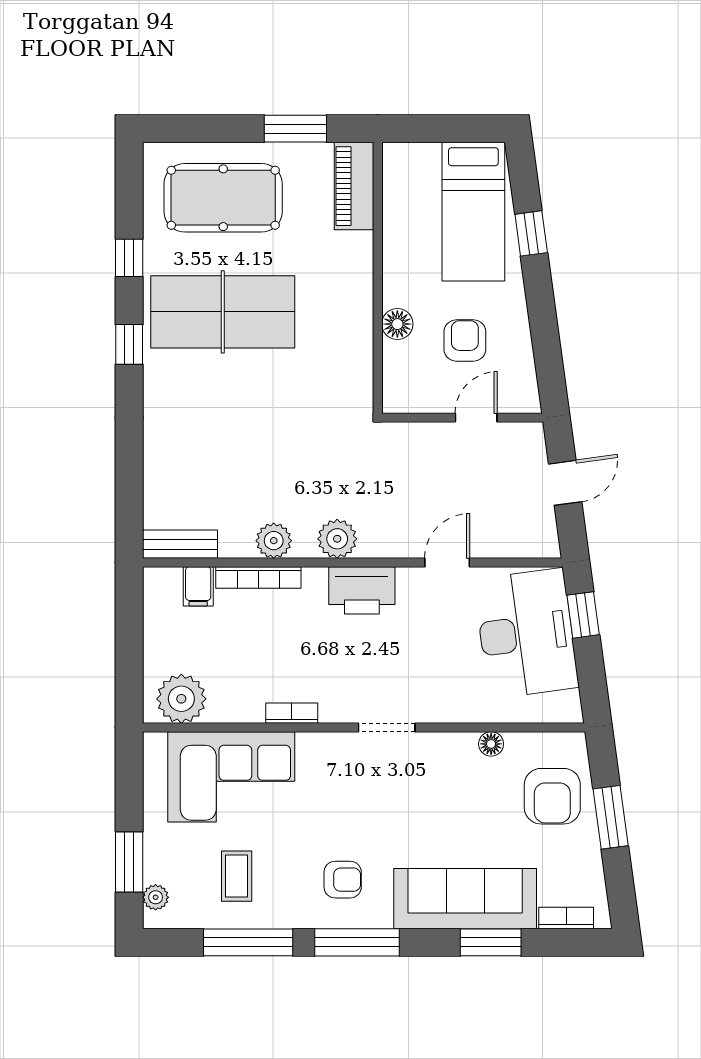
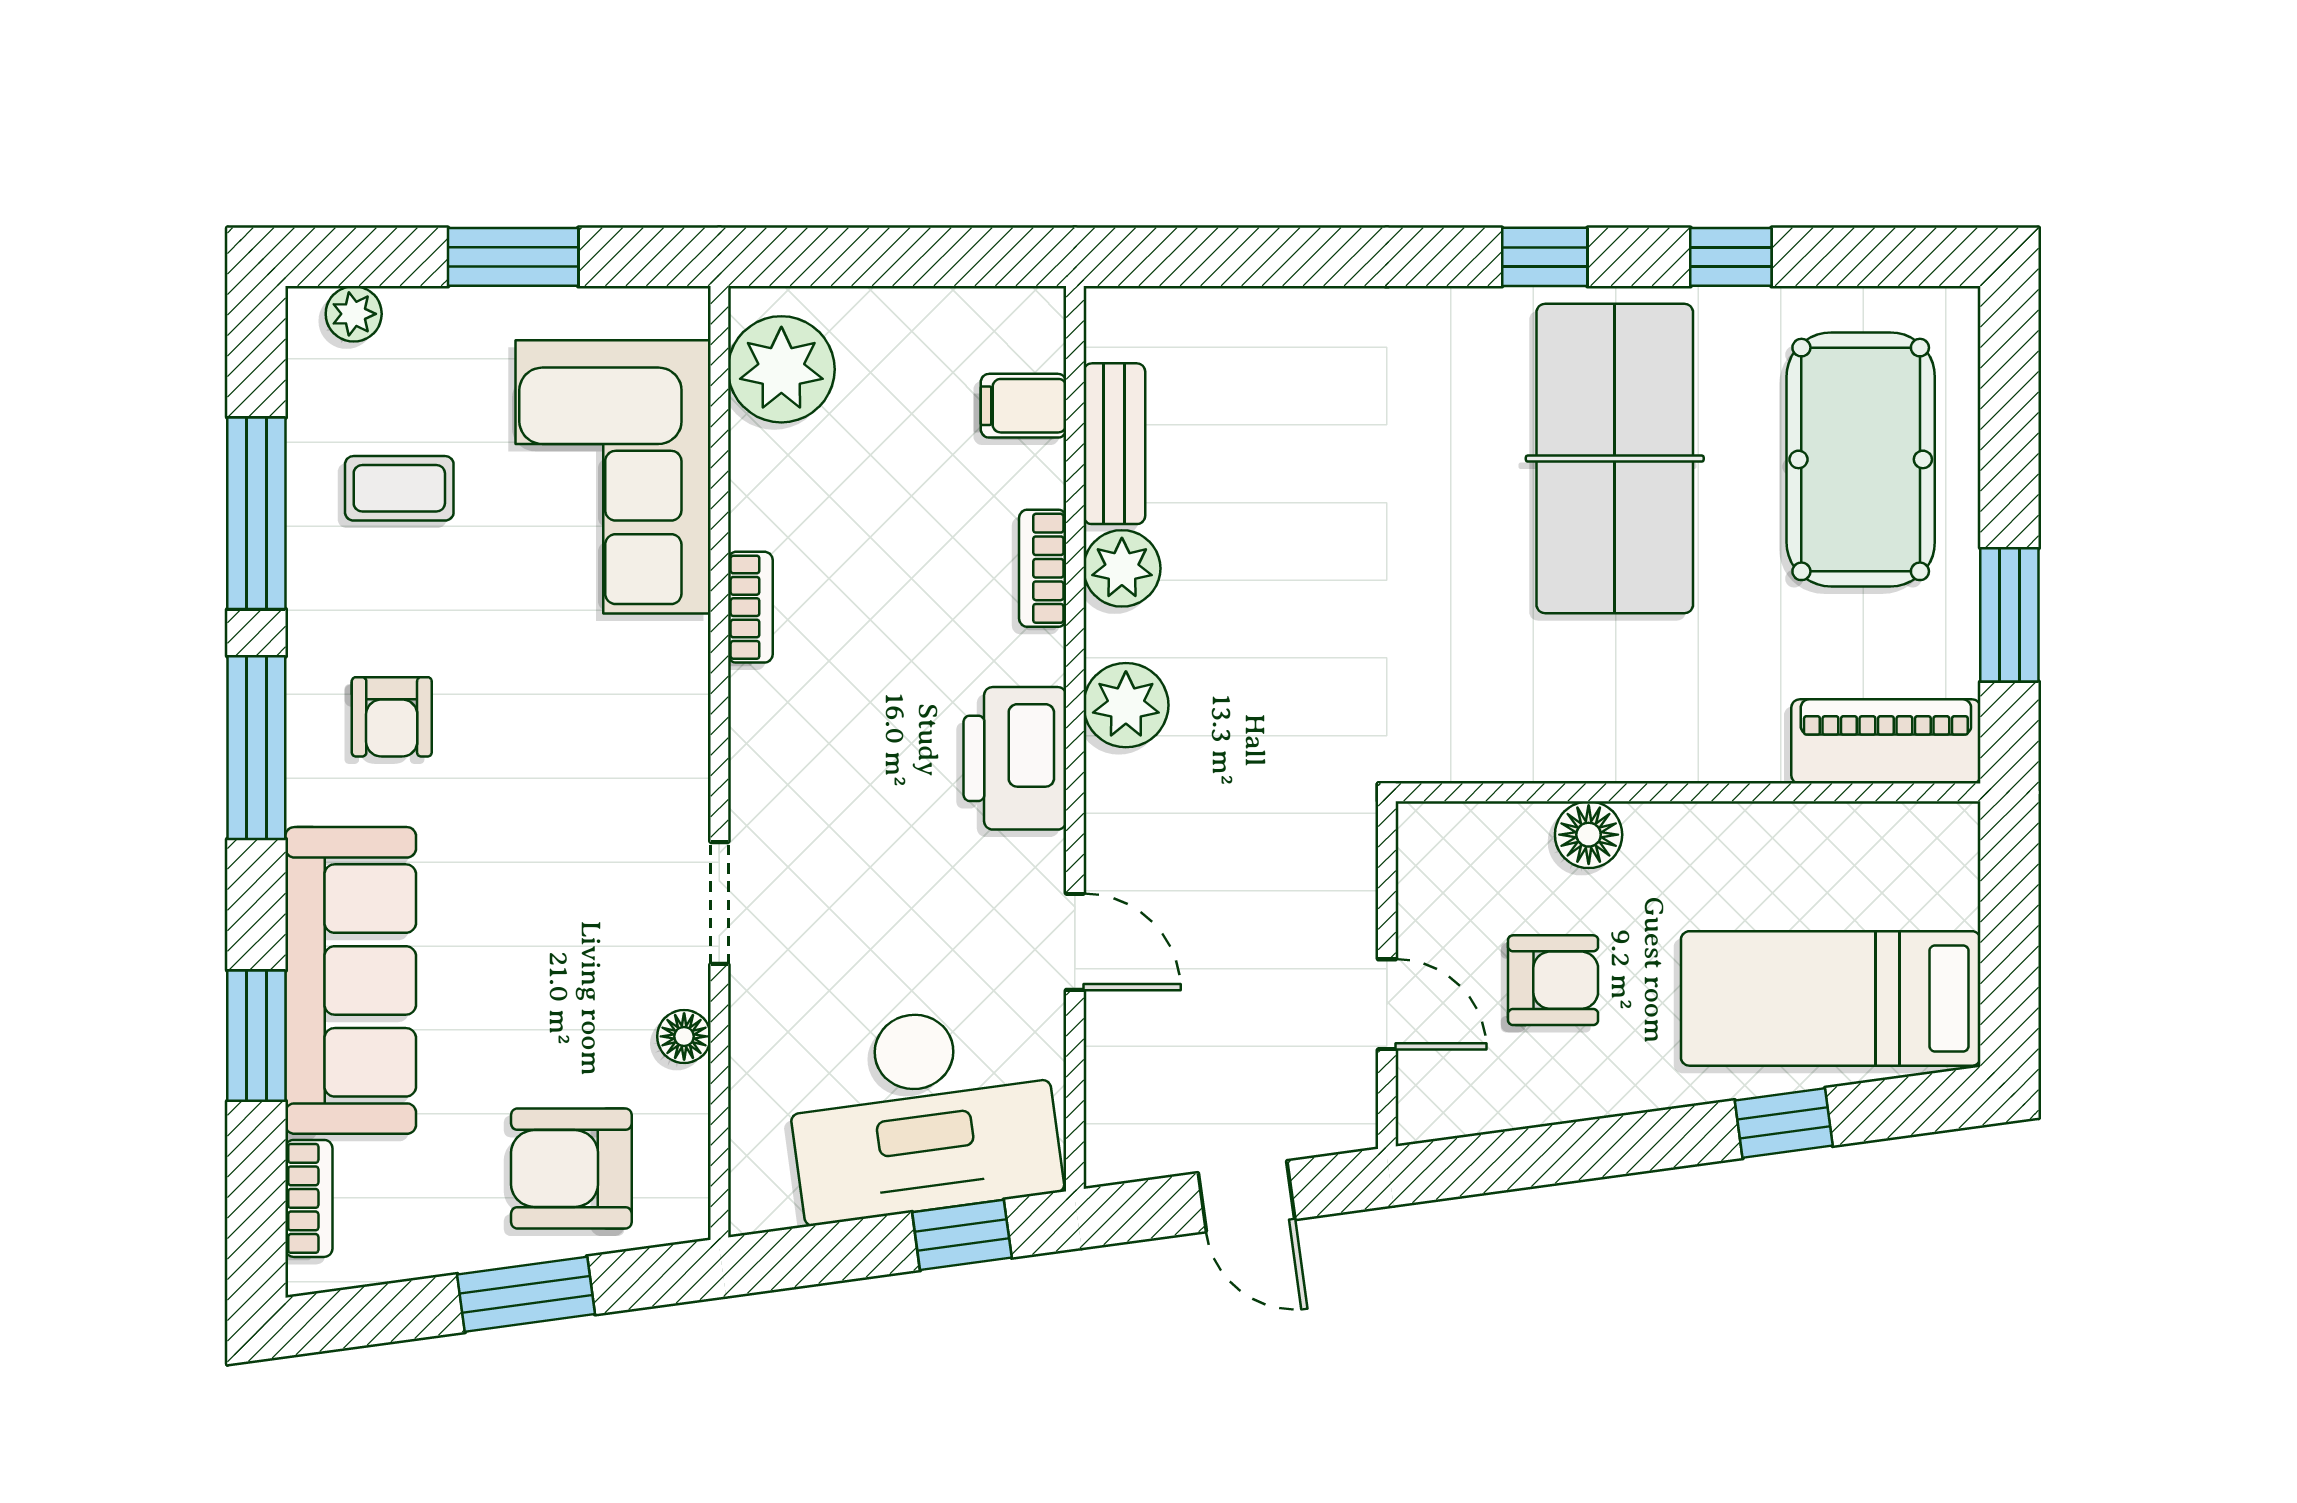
bench: (180, 544) -> (1114, 444), moved
bookcase: (258, 577) -> (1043, 568), width x0.64
doorway: (387, 728) -> (719, 903), moved
window: (129, 862) -> (513, 257), moved

